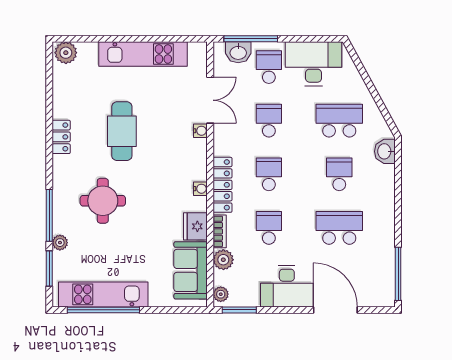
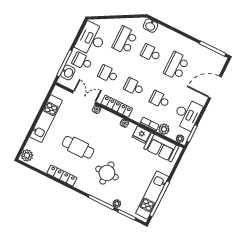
locker: (61, 137) -> (62, 176), width x1.53
locker: (222, 185) -> (117, 106), moved
desk: (287, 286) -> (187, 114), moved

